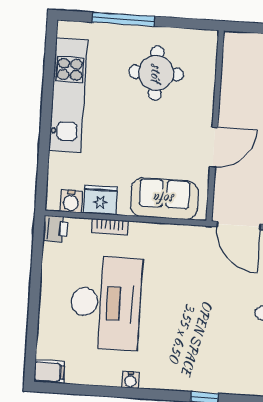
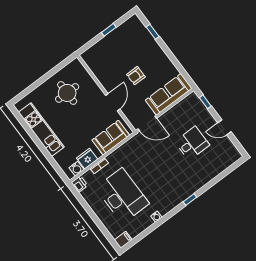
window: (123, 19) -> (38, 83), removed

